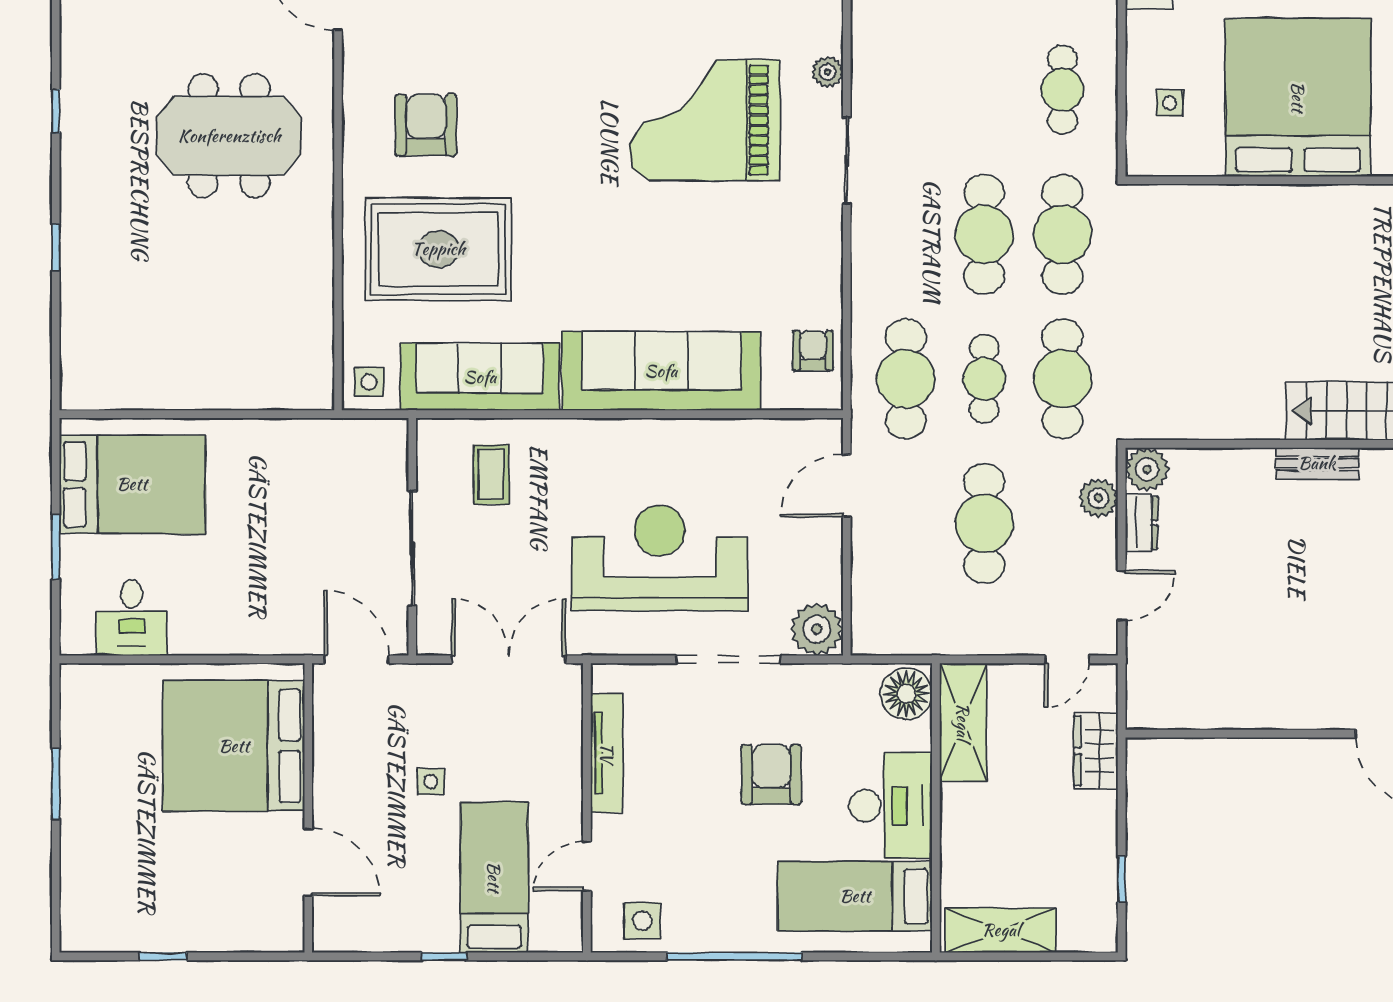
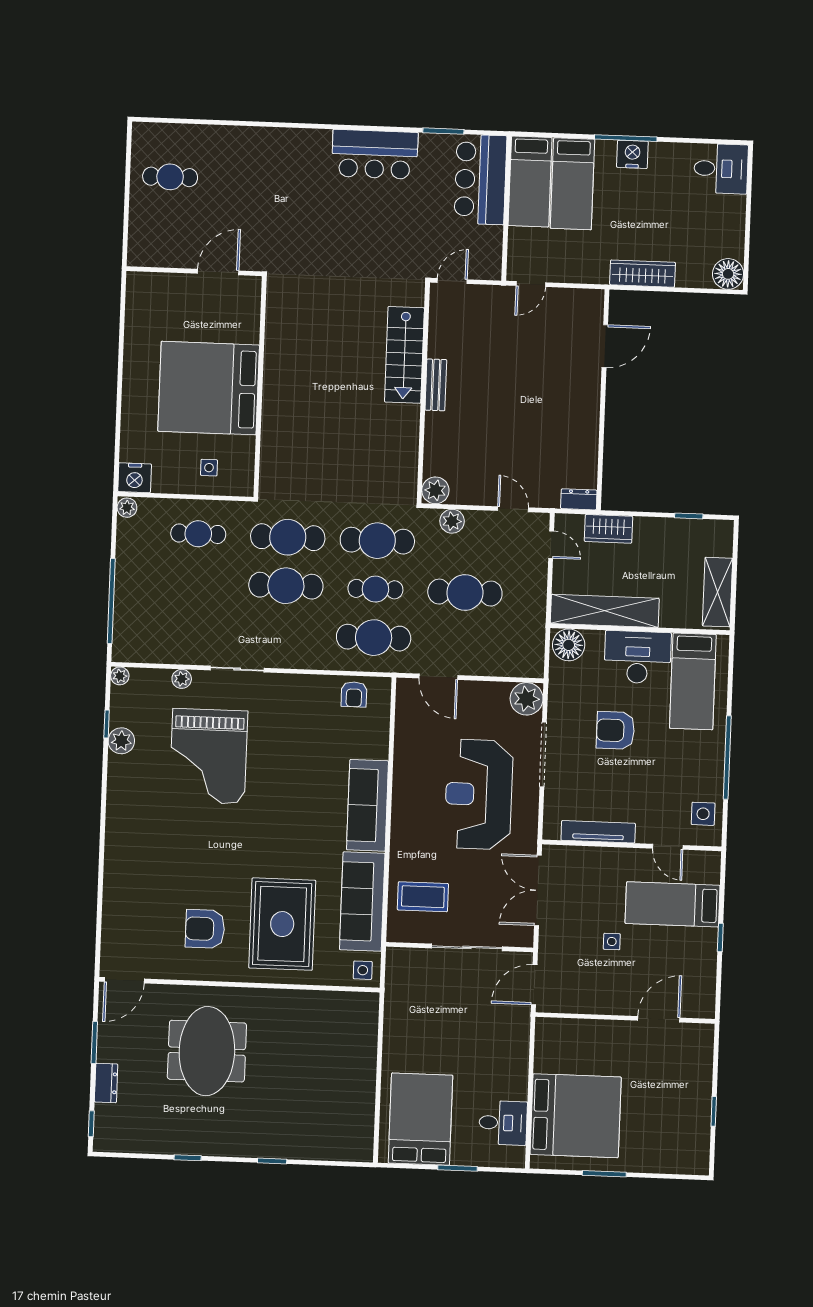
armchair: (813, 351) -> (354, 694), turned -90
sofa: (661, 371) -> (367, 805), width x0.74, depth x0.79
coffee table: (491, 474) -> (423, 897), width x1.36, depth x1.30
dresser: (1141, 523) -> (579, 499), moved
shelving: (963, 722) -> (605, 611), width x1.47
bed: (234, 746) -> (576, 1116), moved, turned -90

